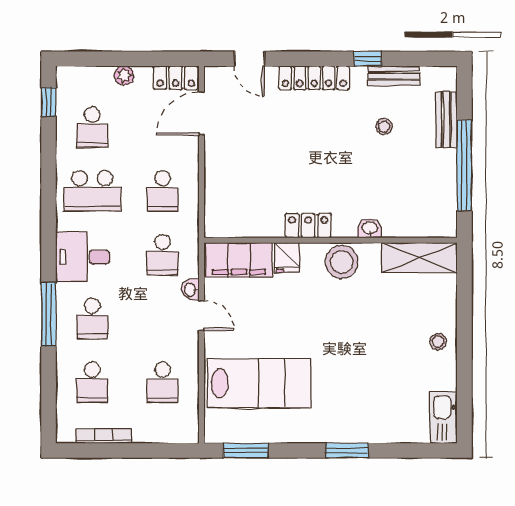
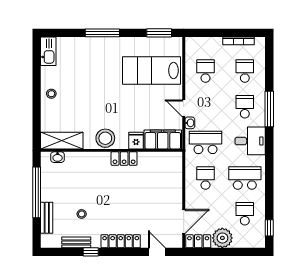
plant: (124, 75) -> (222, 238), width x1.88, depth x1.88
washbasin: (370, 228) -> (58, 157), moved
school desk: (163, 255) -> (205, 142), width x1.85
window: (347, 451) -> (102, 33), width x1.44

